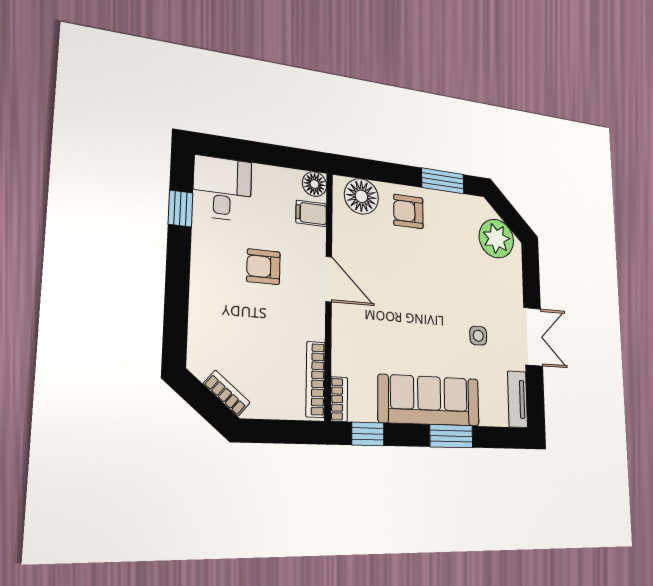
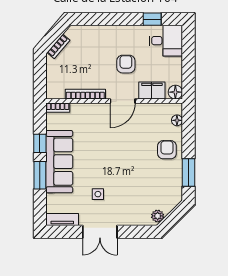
floor lamp: (361, 196) -> (177, 120), width x0.53, depth x0.53
filing cabinet: (311, 213) -> (152, 91), width x2.00
plant: (496, 239) -> (158, 216), width x0.53, depth x0.53
bookcase: (316, 379) -> (85, 94), moved
window: (368, 434) -> (40, 143), moved

